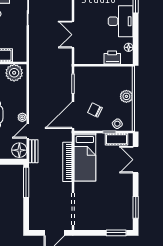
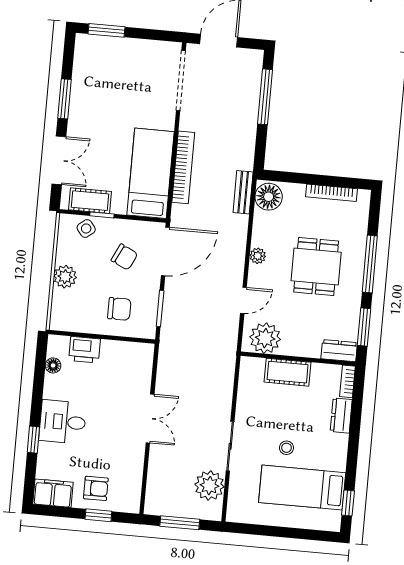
desk: (121, 21) -> (63, 422), width x0.73
double door: (73, 35) -> (150, 418), moved
chair: (95, 81) -> (119, 309), added
door: (28, 131) -> (243, 300), moved
window: (26, 182) -> (265, 97), moved
window: (136, 207) -> (64, 99), moved

